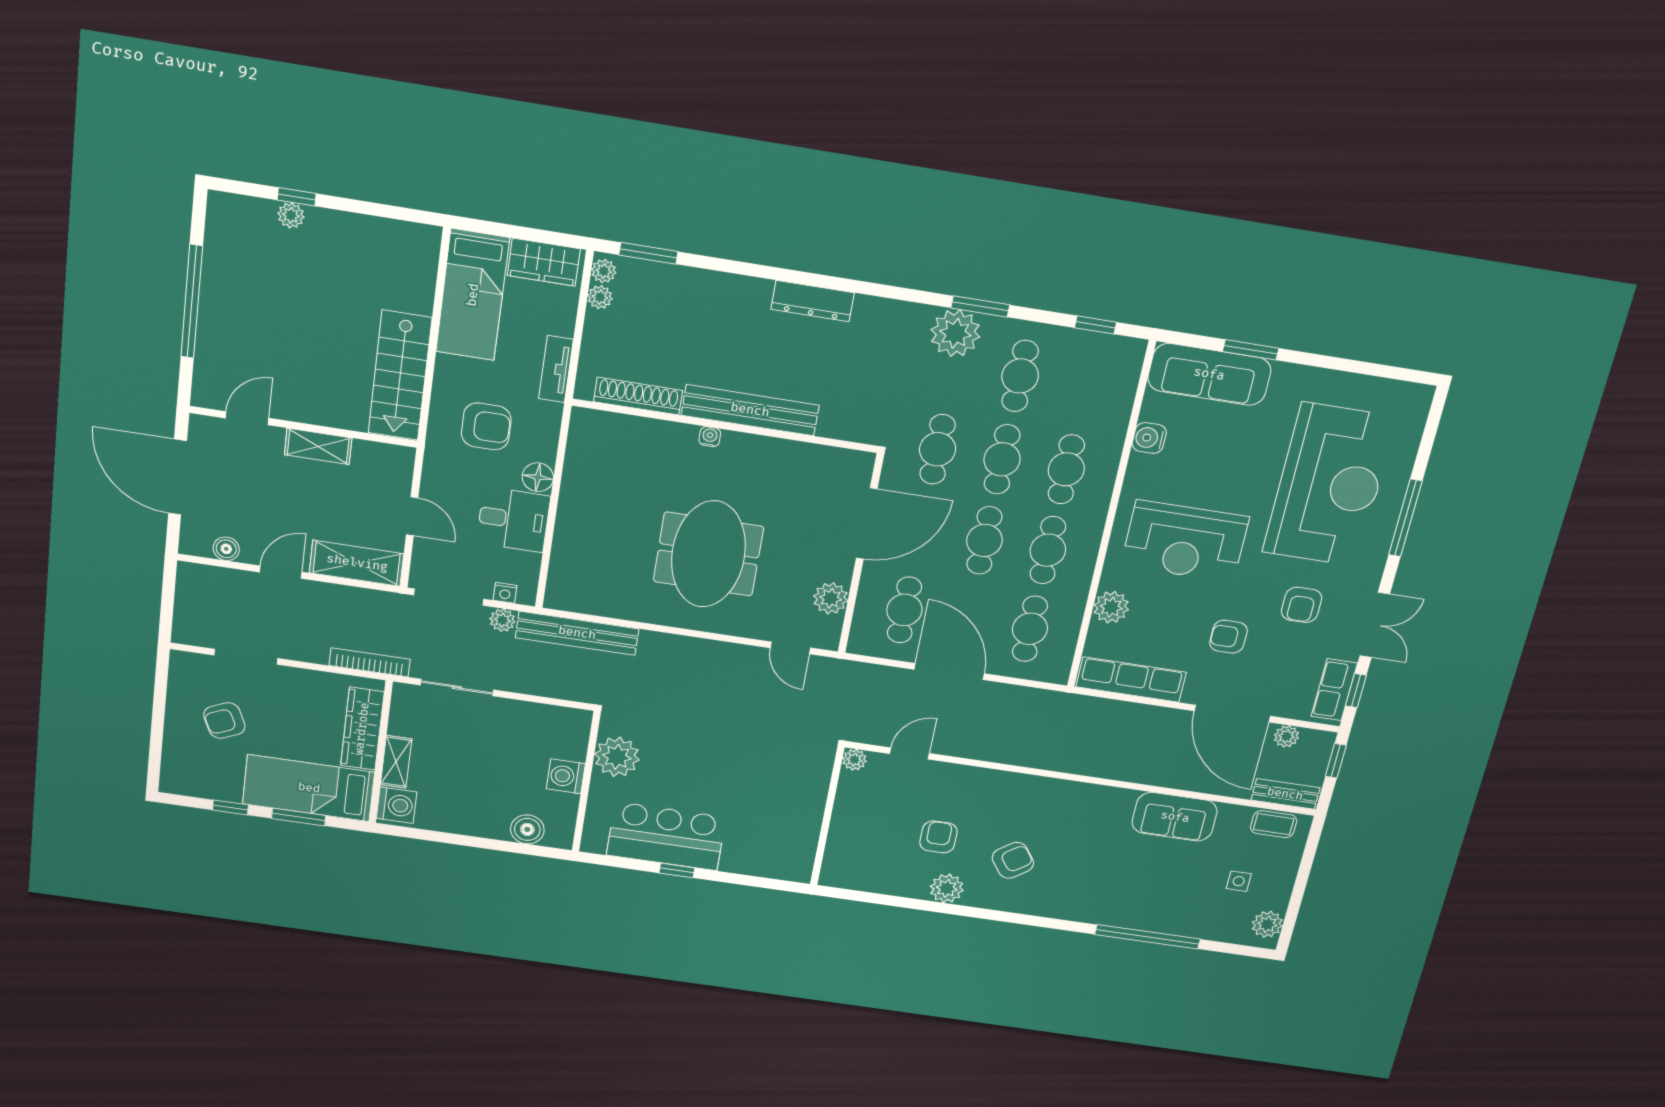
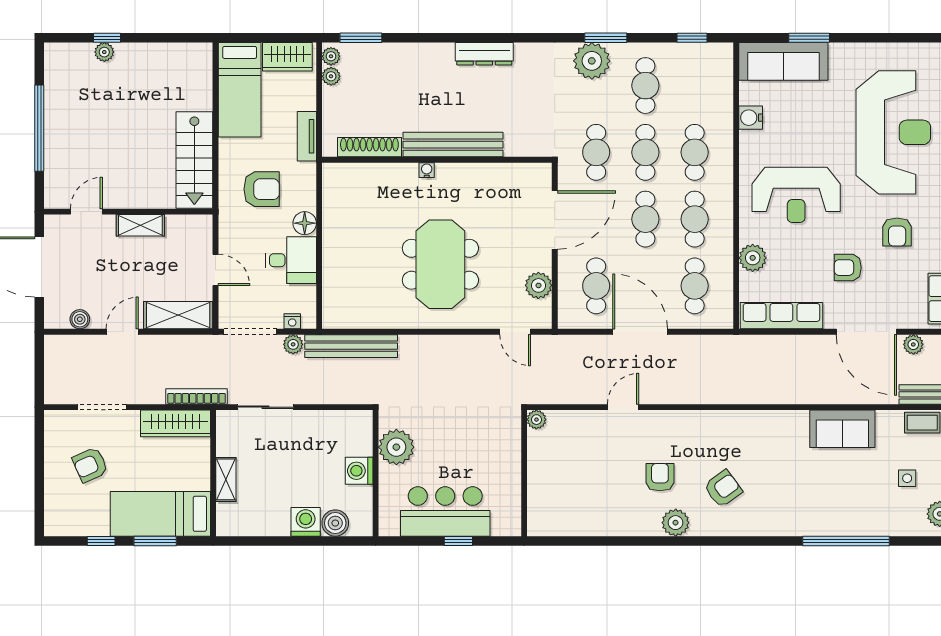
wardrobe: (362, 729) -> (175, 423), moved, turned -90
plant: (854, 760) -> (536, 420), moved
washing machine: (397, 805) -> (306, 522), moved, turned -90
wall: (827, 816) -> (524, 473), moved

